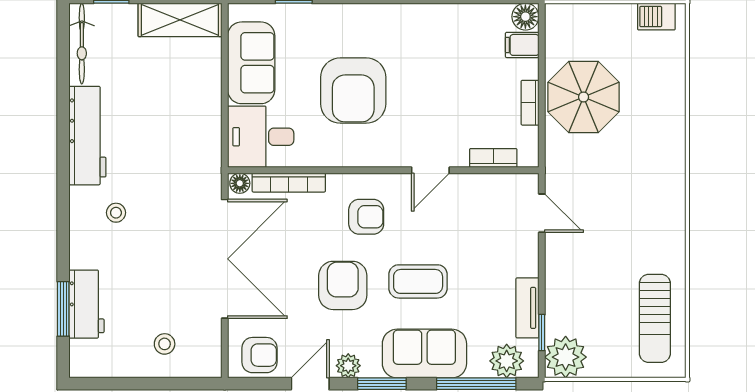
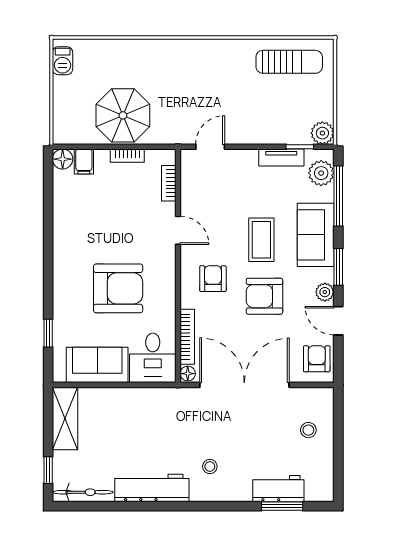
plant: (566, 357) -> (322, 133), width x0.73, depth x0.73

